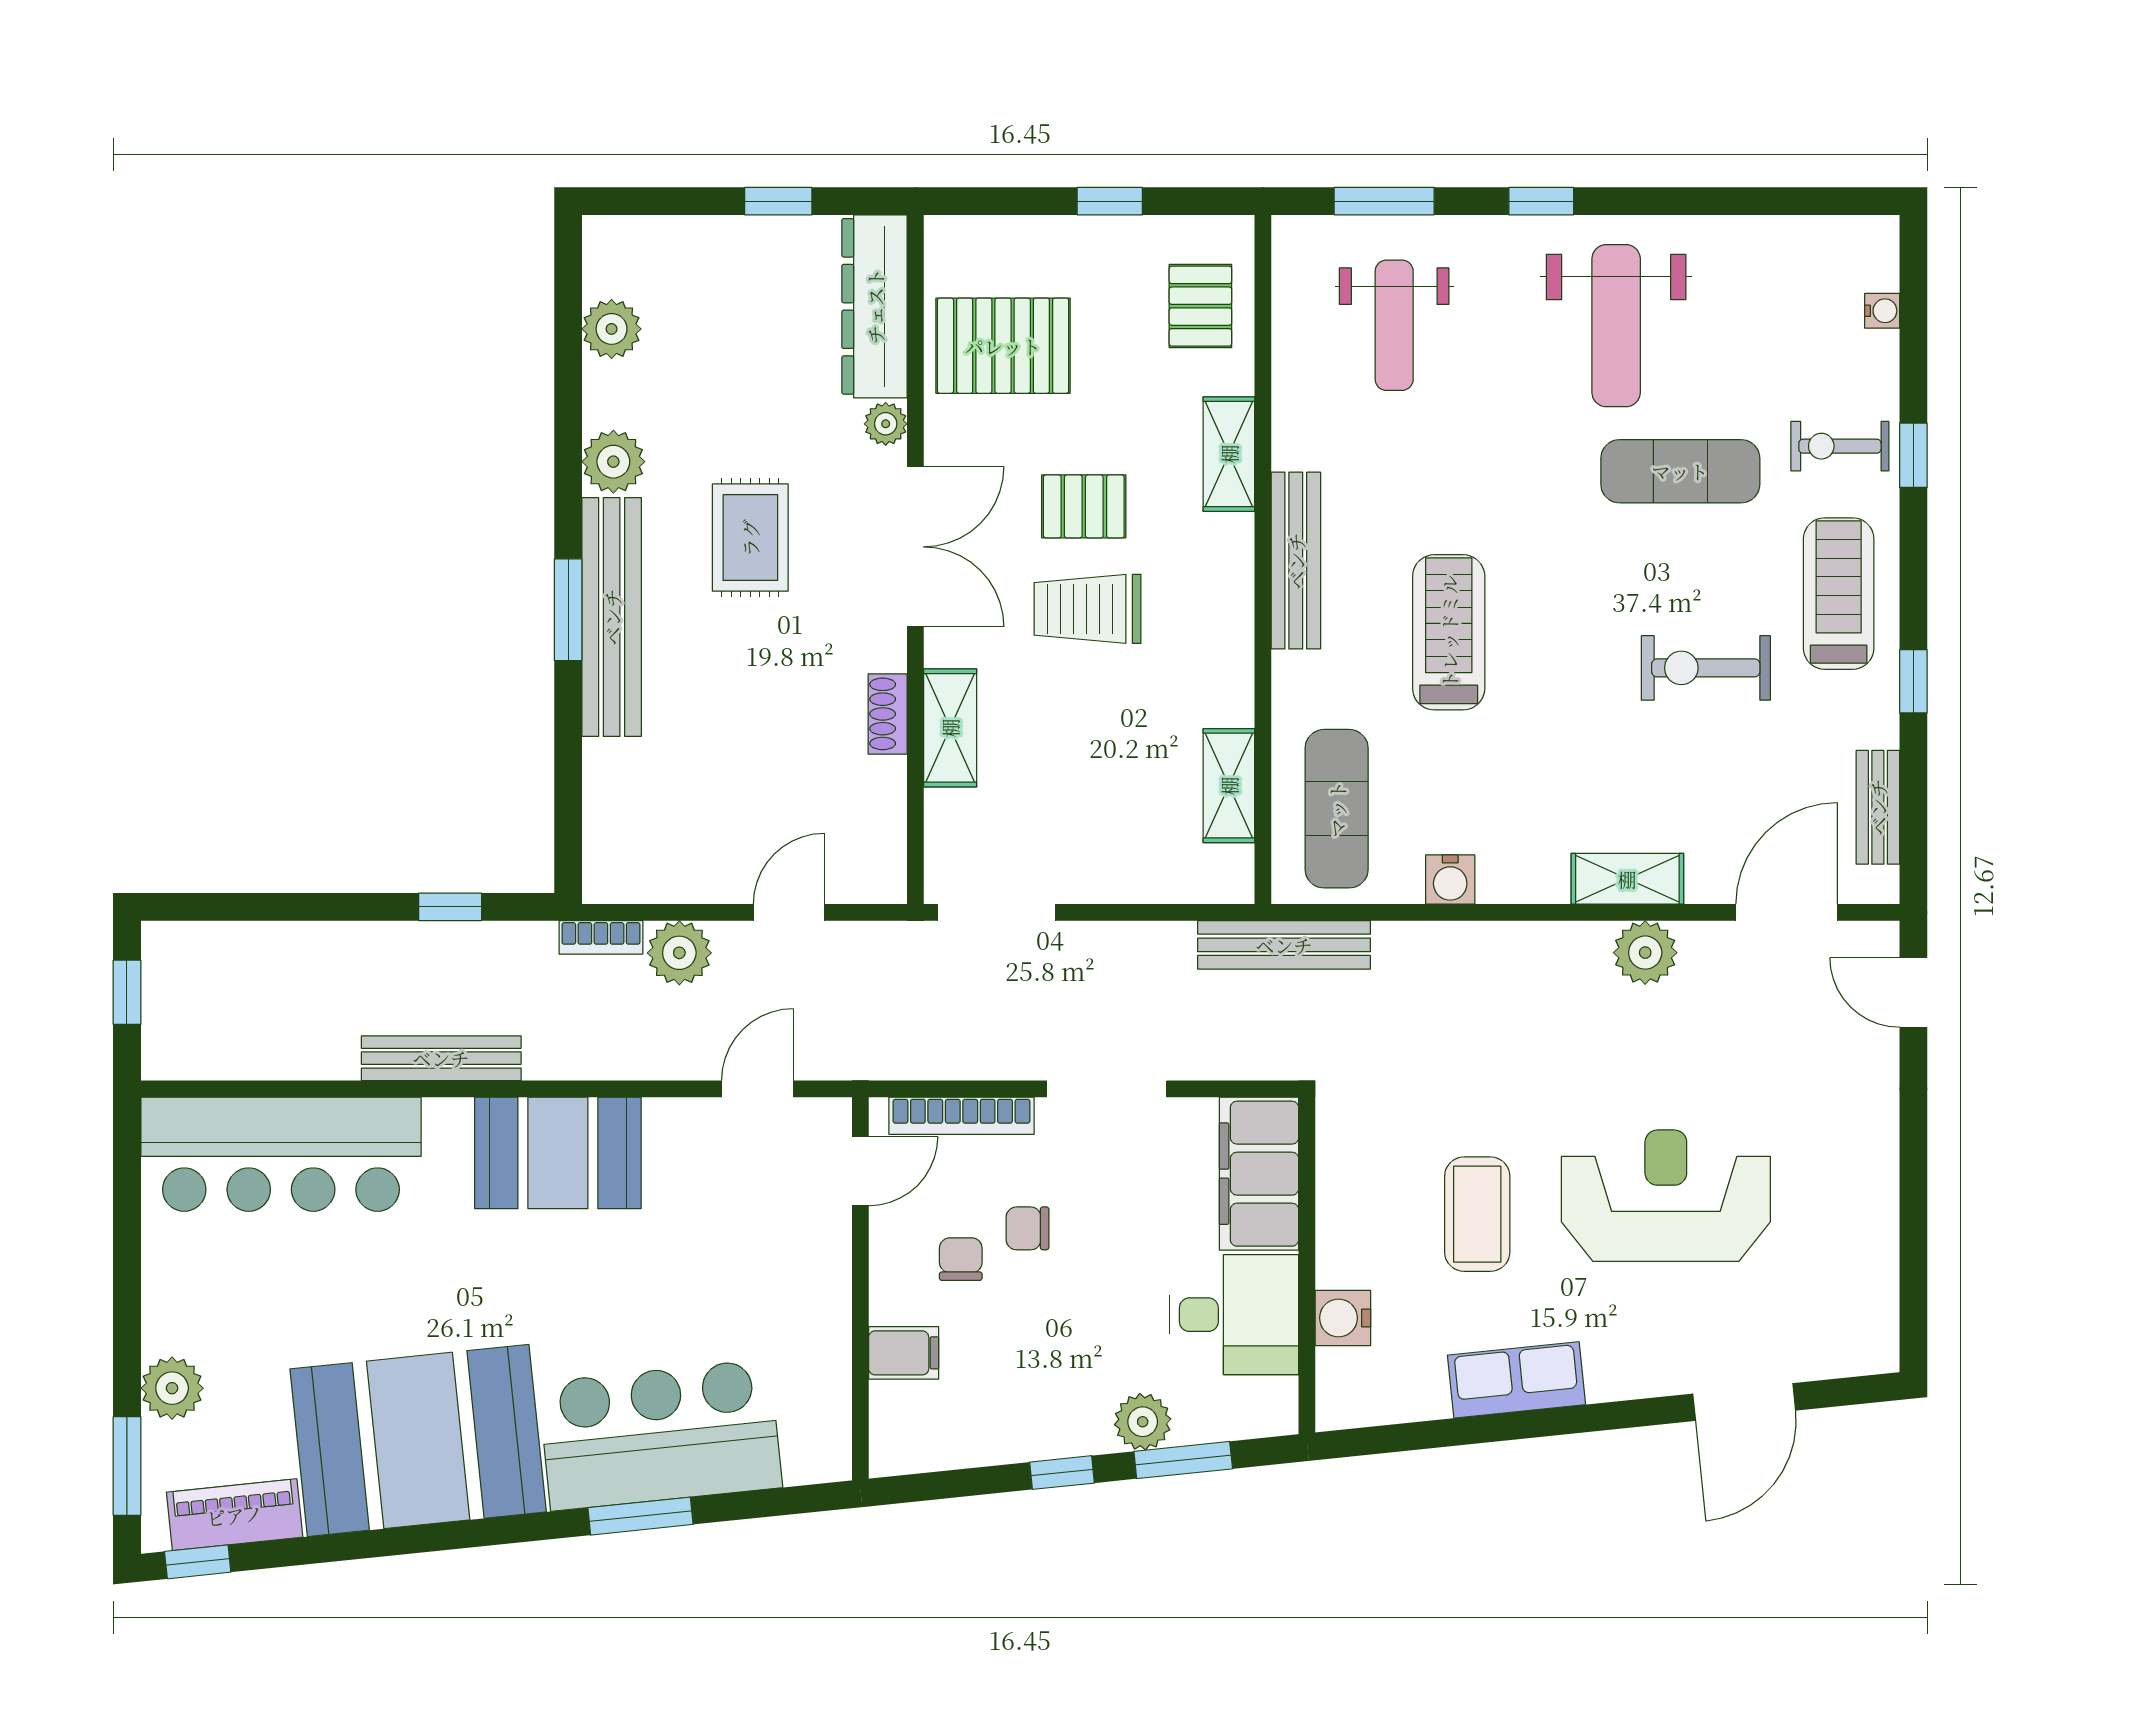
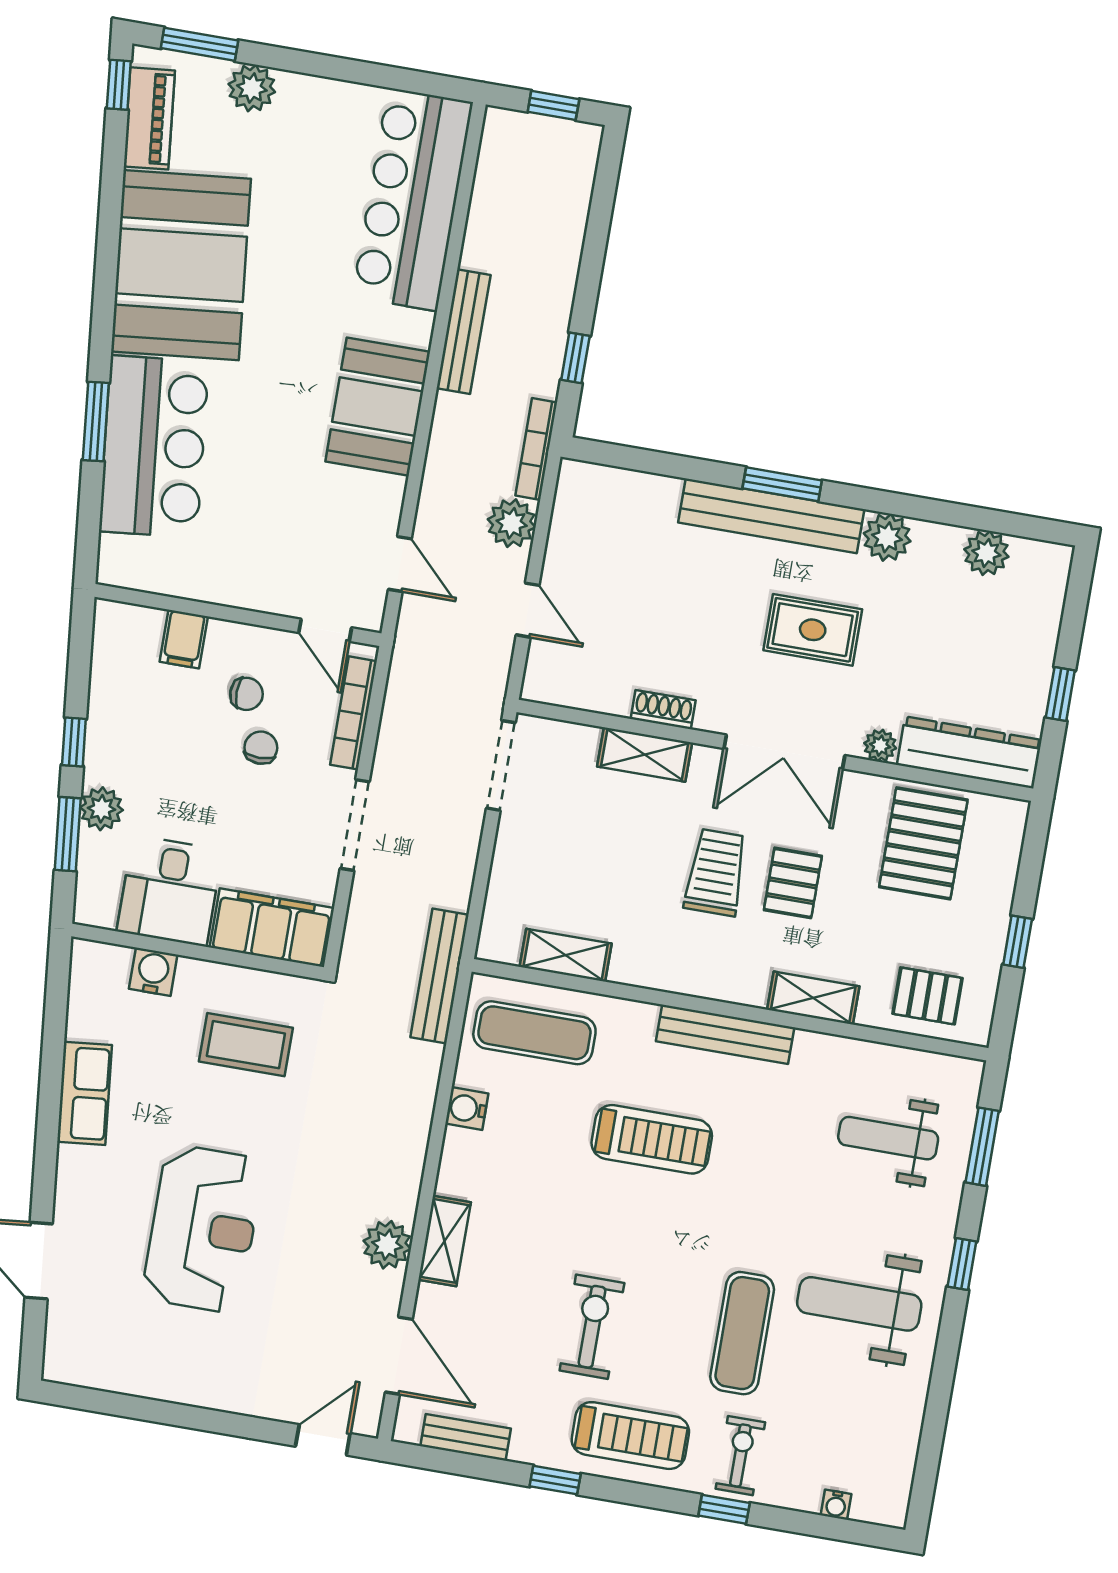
bookcase: (601, 937) -> (536, 449), width x1.56
coffee table: (1477, 1214) -> (246, 1045), moved

